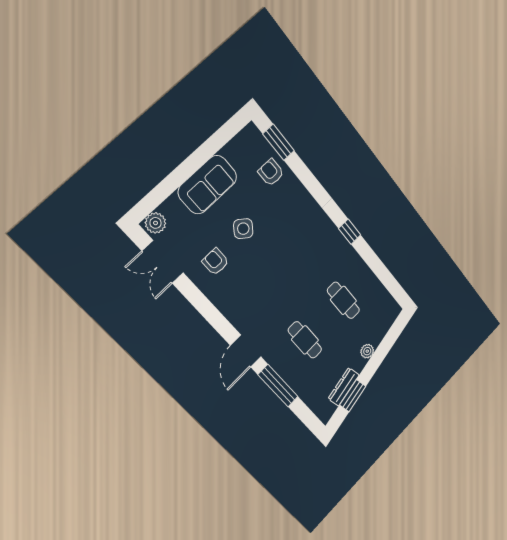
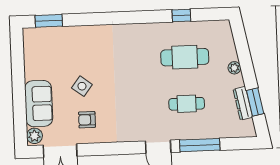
armchair: (271, 172) -> (63, 41), removed
sofa: (208, 185) -> (39, 104), moved
window: (350, 232) -> (181, 16), moved
cafe table: (343, 300) -> (185, 57), width x1.37, depth x1.35

